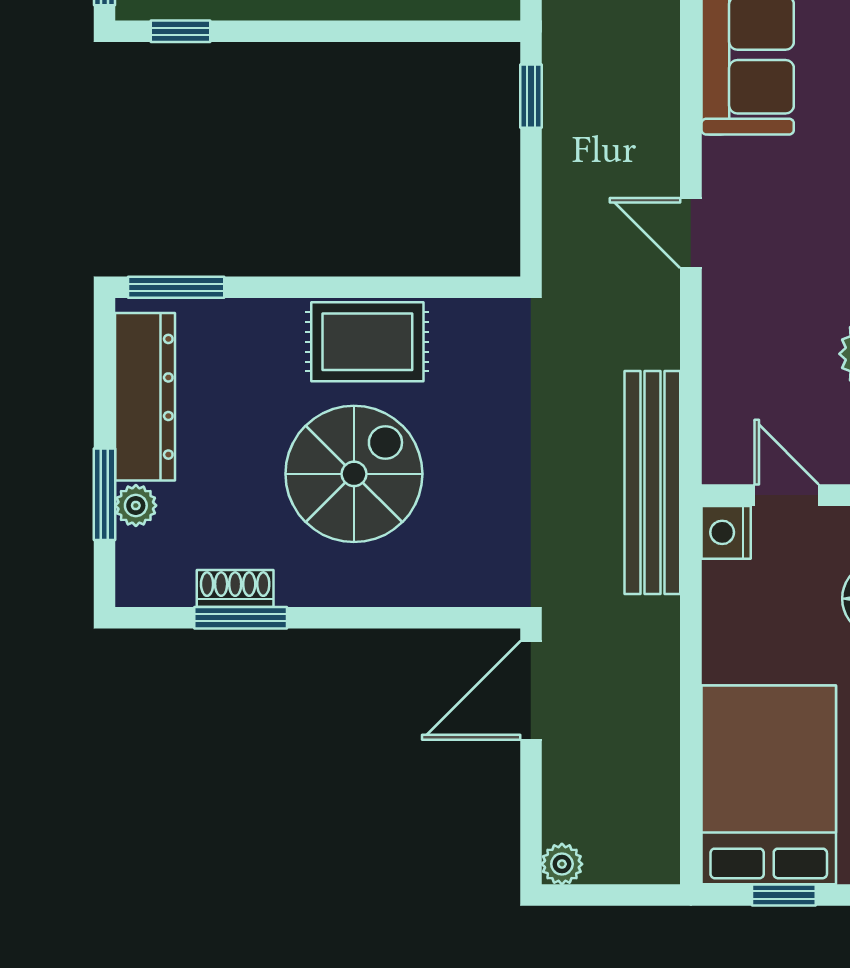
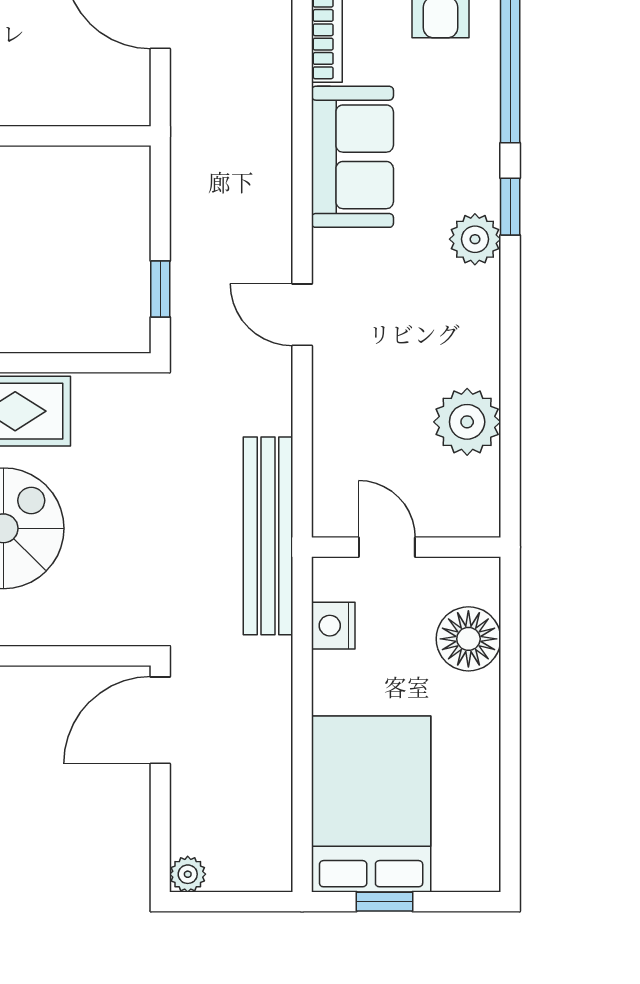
window: (531, 96) -> (160, 289), moved
nightstand: (726, 532) -> (333, 626), moved

